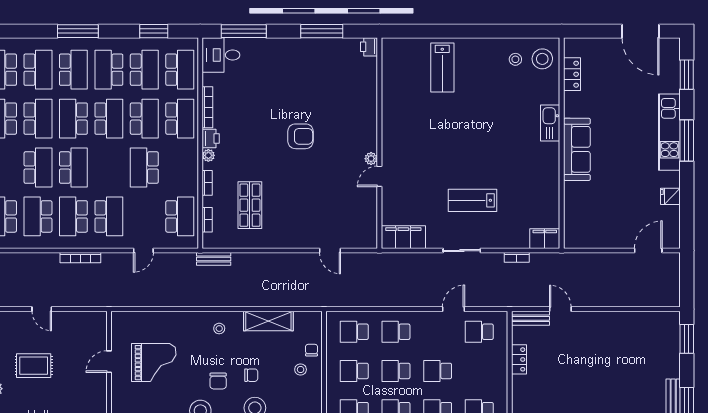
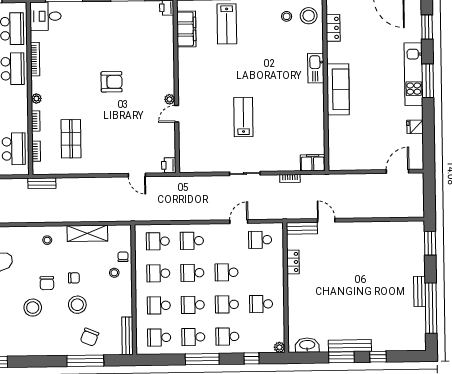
printer: (211, 139) -> (169, 165), moved, turned 180
lab bench: (473, 200) -> (243, 117), moved, turned 90
filing cabinet: (403, 237) -> (186, 29), moved, turned 90

